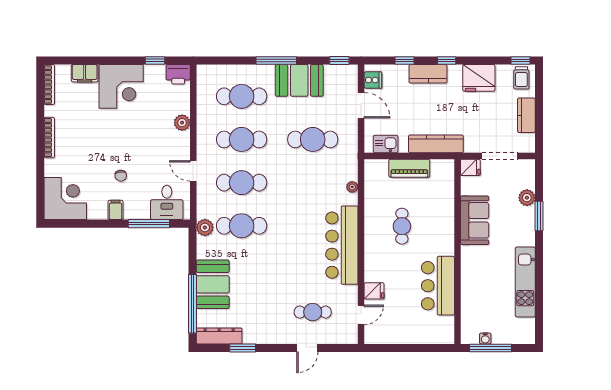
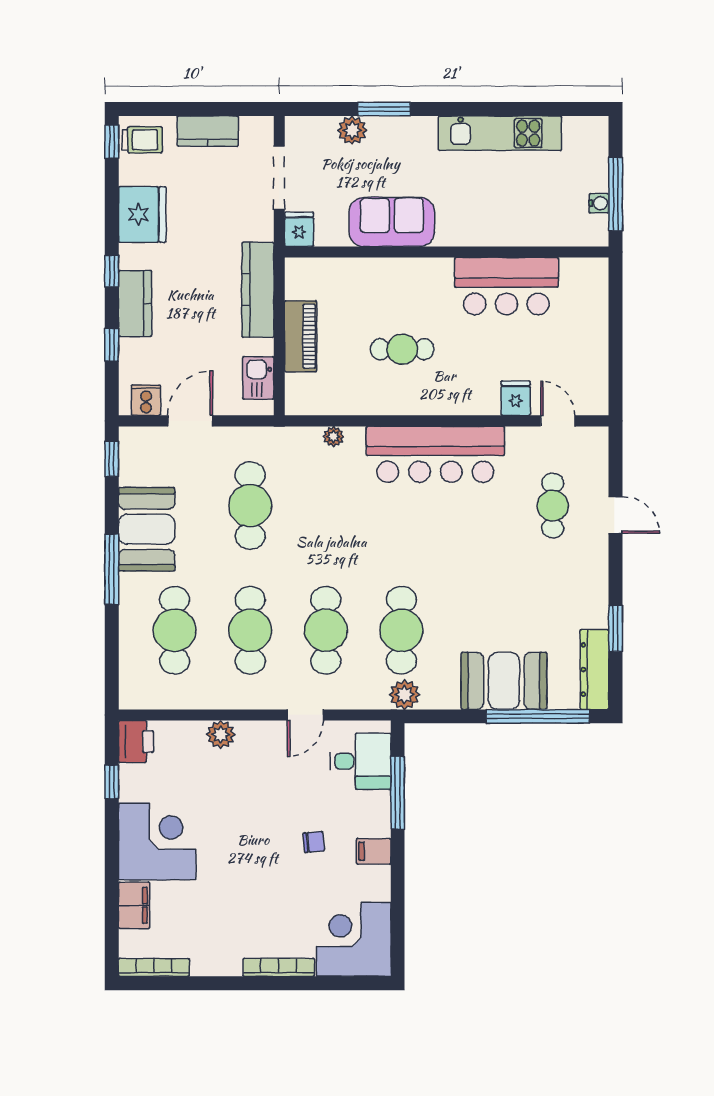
bookcase: (49, 138) -> (279, 967), moved

